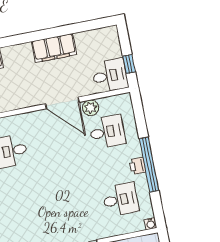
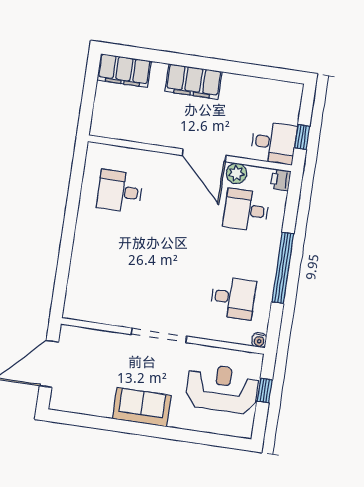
filing cabinet: (54, 48) -> (193, 81), moved
desk: (107, 132) -> (246, 210), turned 180
printer: (138, 166) -> (281, 180), moved

